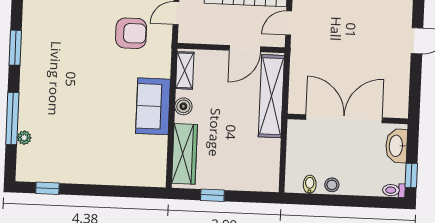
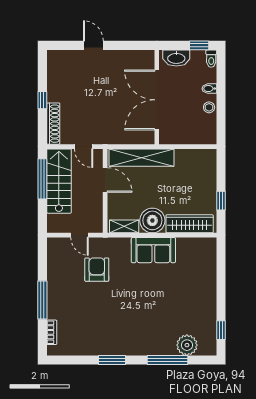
boiler: (183, 106) -> (152, 220), width x1.86, depth x1.86
plant: (24, 138) -> (187, 345), width x1.88, depth x1.88
bidet: (310, 184) -> (209, 89), moved

